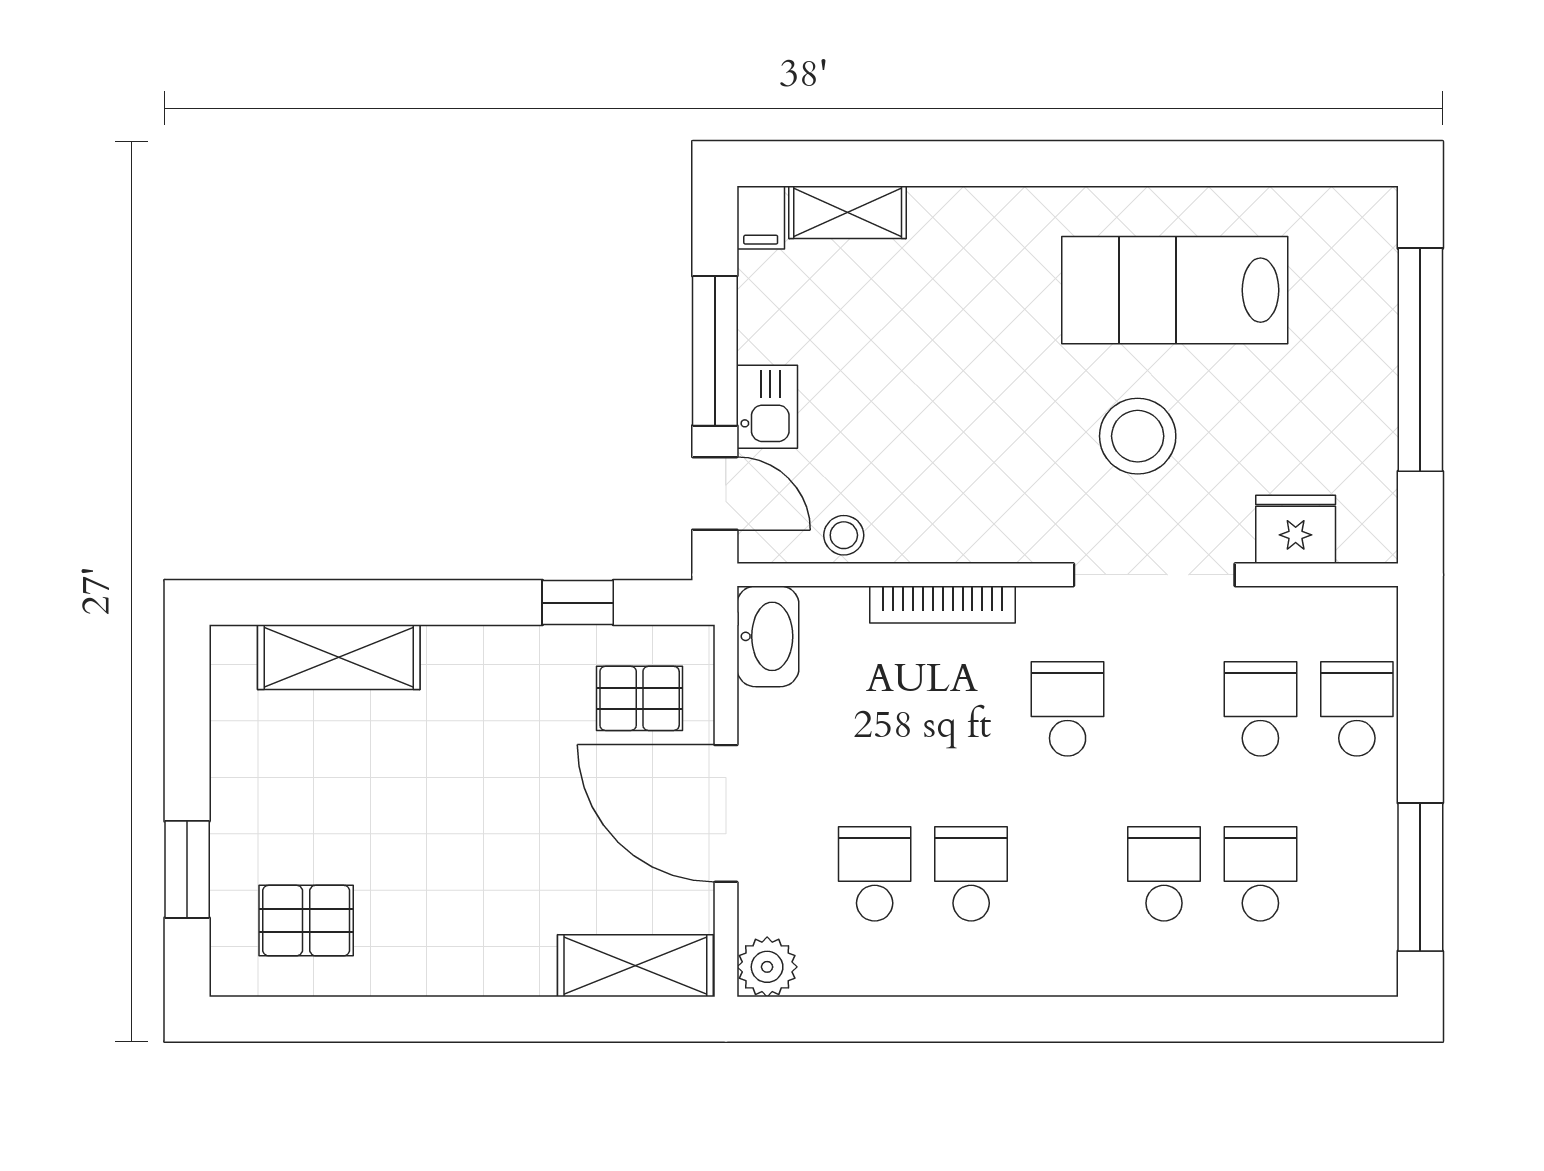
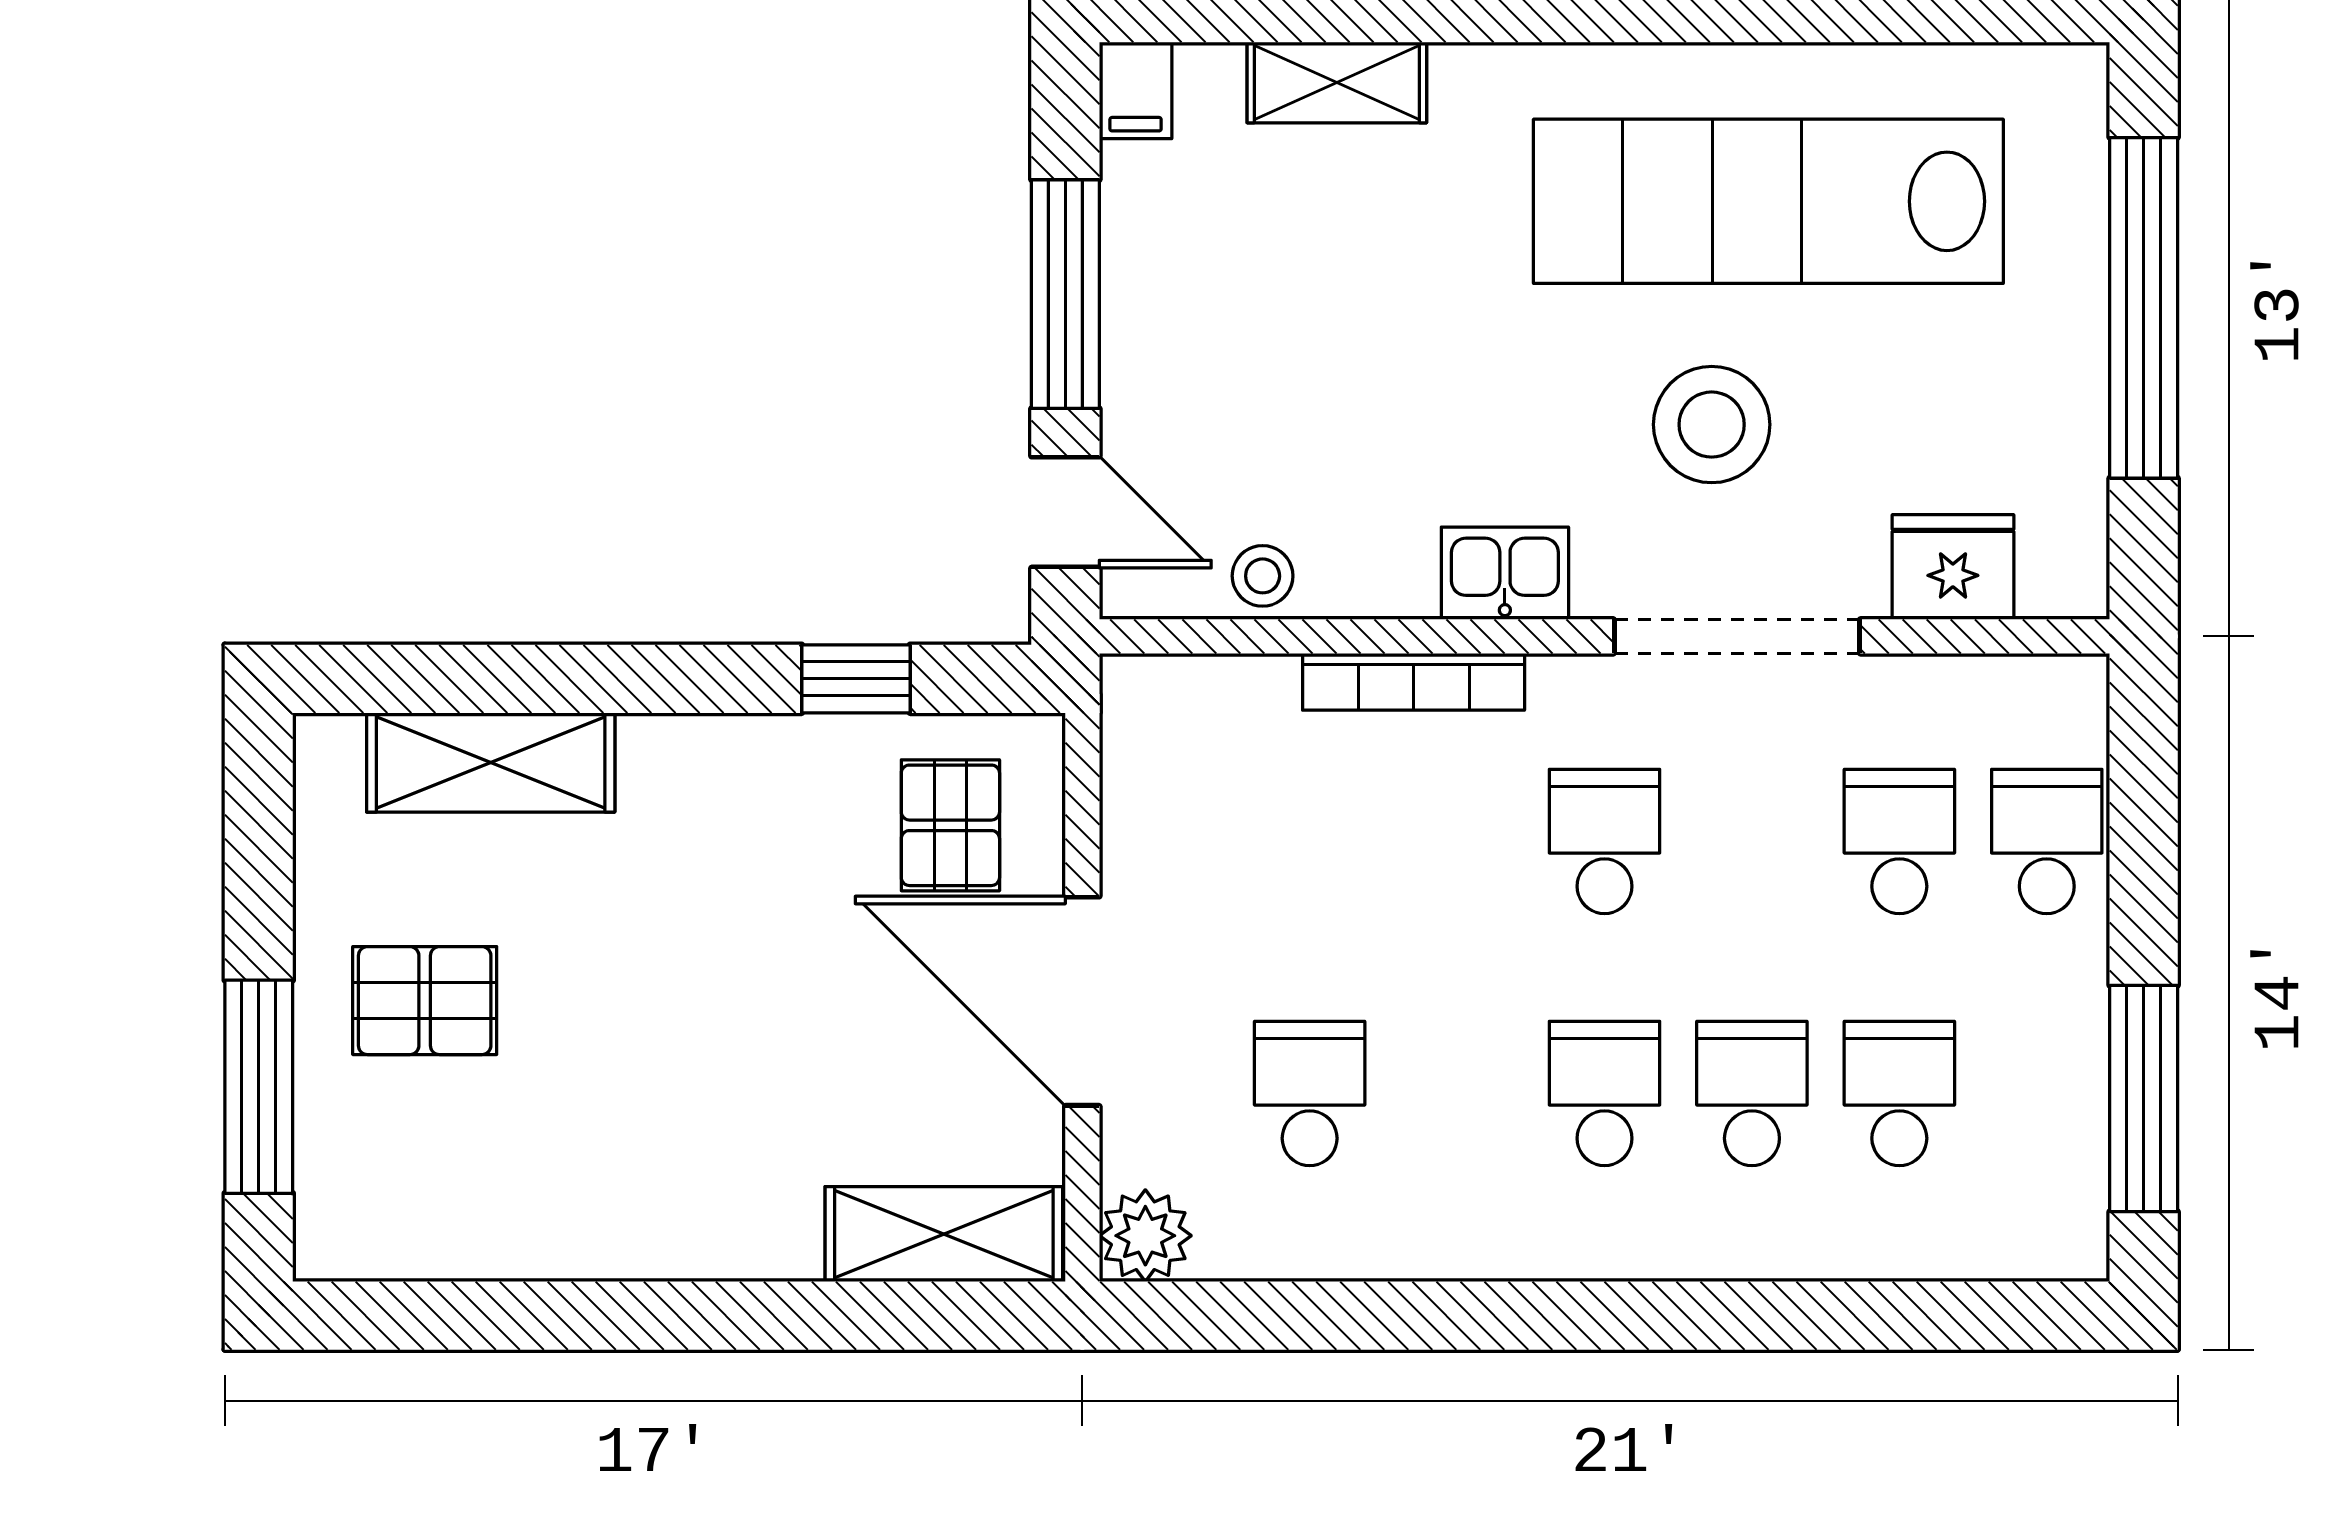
shelving: (848, 212) -> (1337, 82), moved
lab bench: (1175, 290) -> (1768, 201), width x1.36
kitchen sink: (767, 407) -> (1505, 573), moved, turned -90
washbasin: (768, 636) -> (1146, 731), removed
pallet: (640, 698) -> (950, 825), turned 90
window: (187, 869) -> (259, 1087), width x1.44
school desk: (971, 874) -> (1604, 1094), moved
pallet: (306, 921) -> (425, 1001), moved

